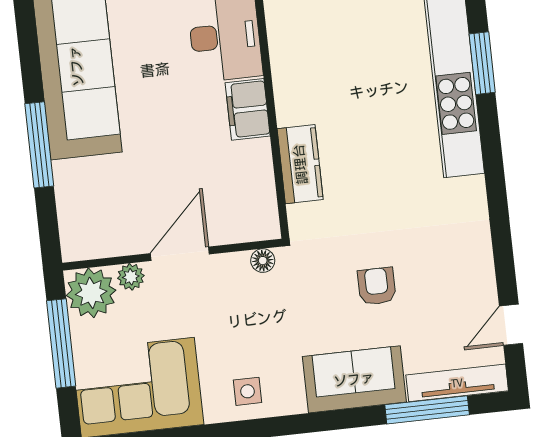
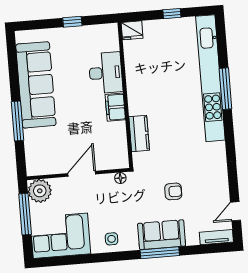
window: (482, 63) -> (225, 89), width x1.44
plant: (131, 277) -> (59, 184), removed
armchair: (377, 286) -> (173, 191), turned 90
tv unit: (457, 383) -> (216, 237), width x0.71
window: (427, 410) -> (160, 253), moved

